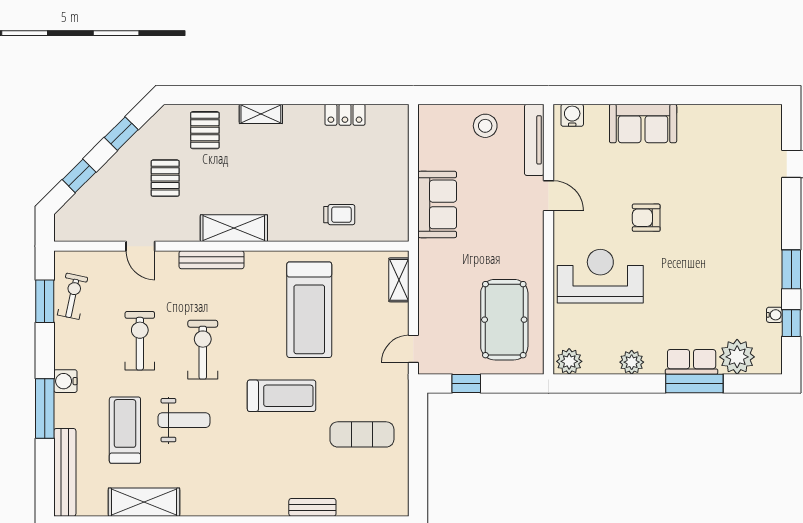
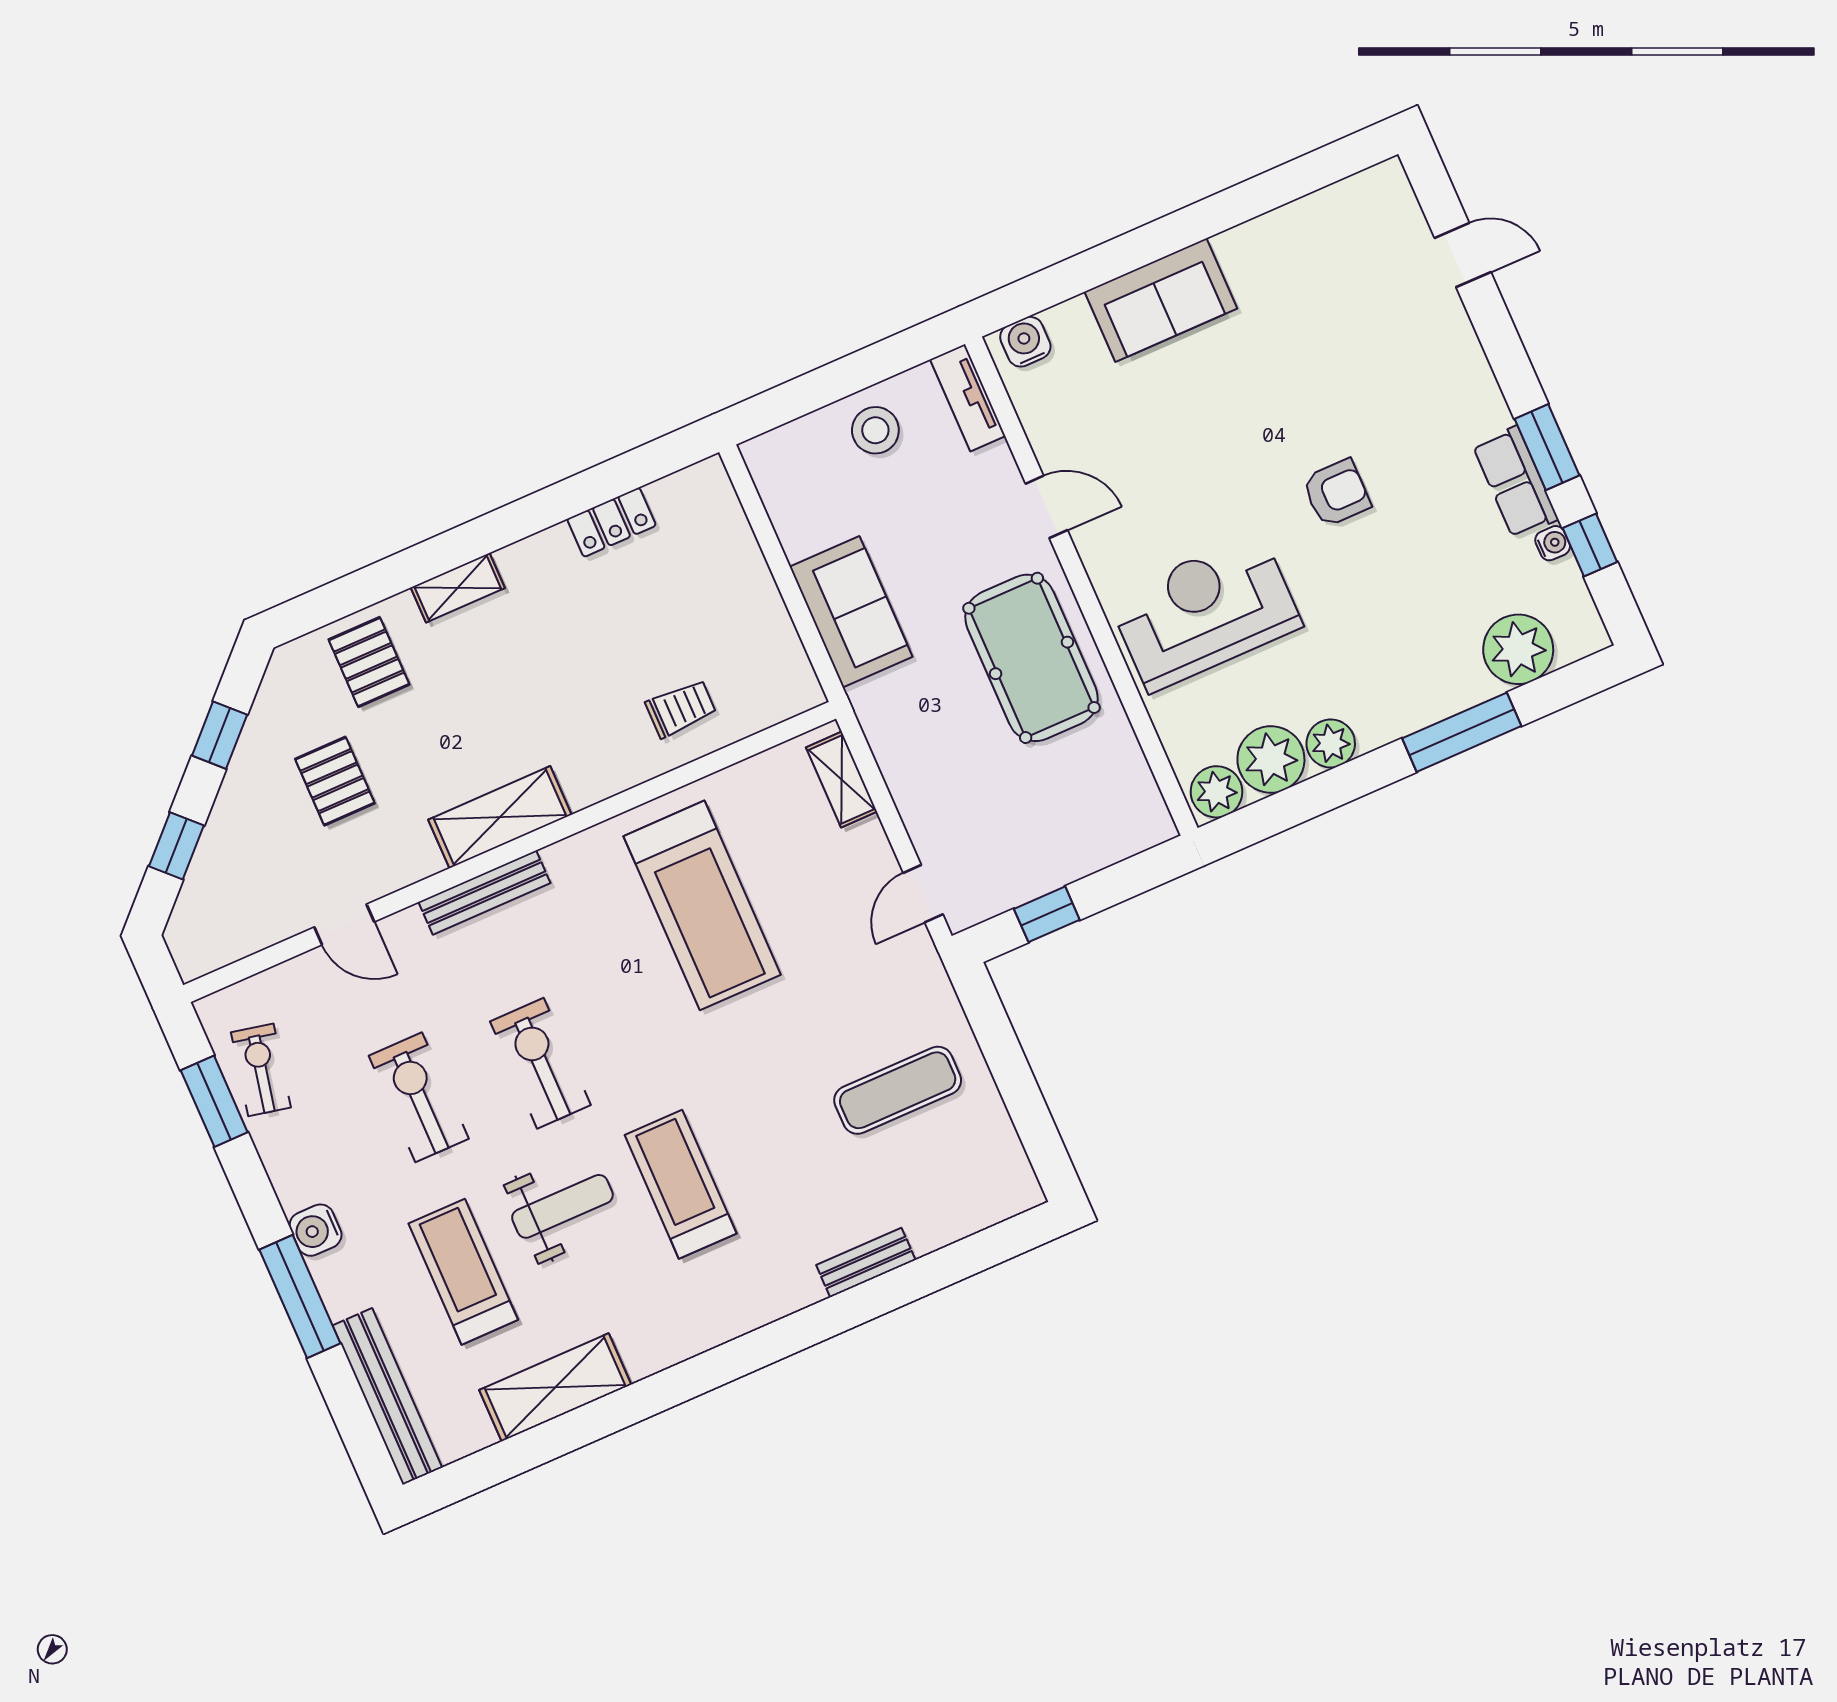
tv unit: (534, 140) -> (968, 398), width x0.71
armchair: (646, 218) -> (1336, 493), moved, turned 180
pool table: (504, 320) -> (1032, 658), moved
plant: (601, 358) -> (1271, 759), added
row of seats: (692, 362) -> (1515, 482), moved, turned -90
treadmill: (282, 396) -> (681, 1184), moved, turned -90

